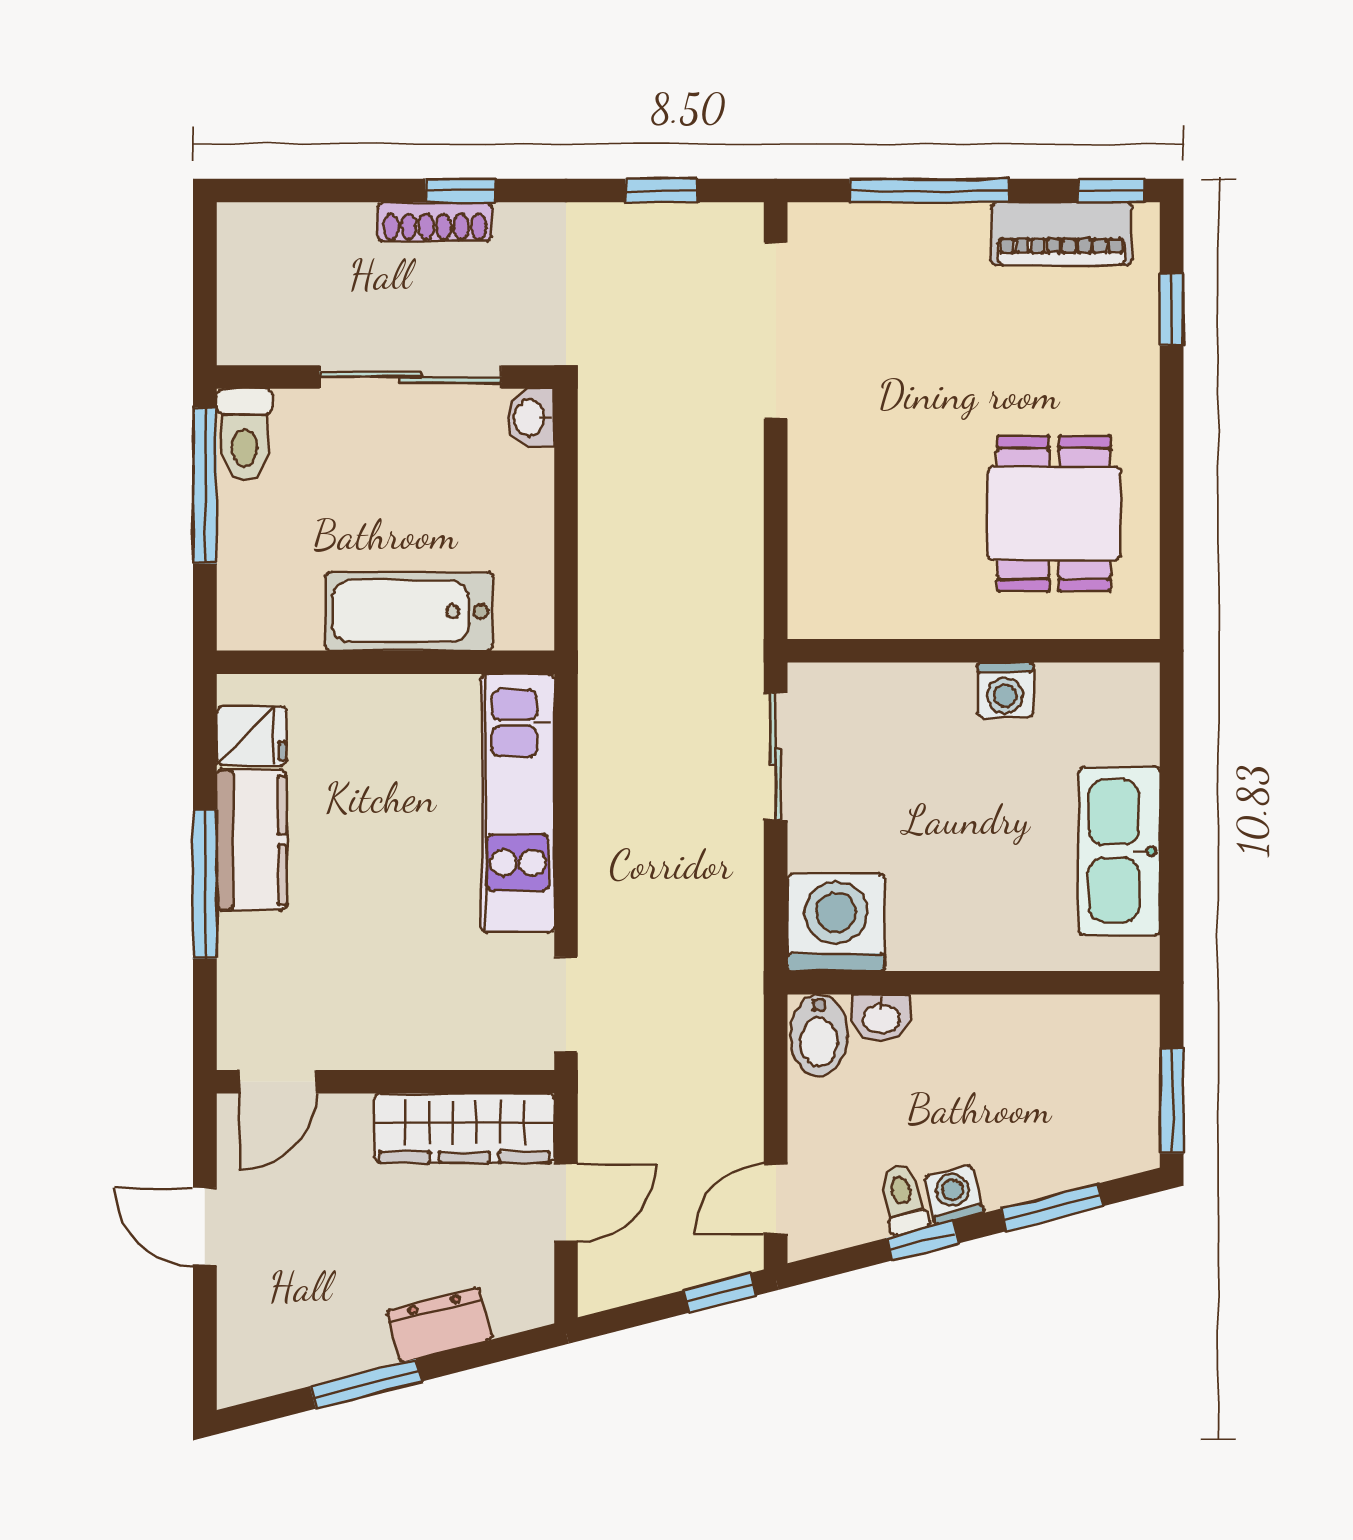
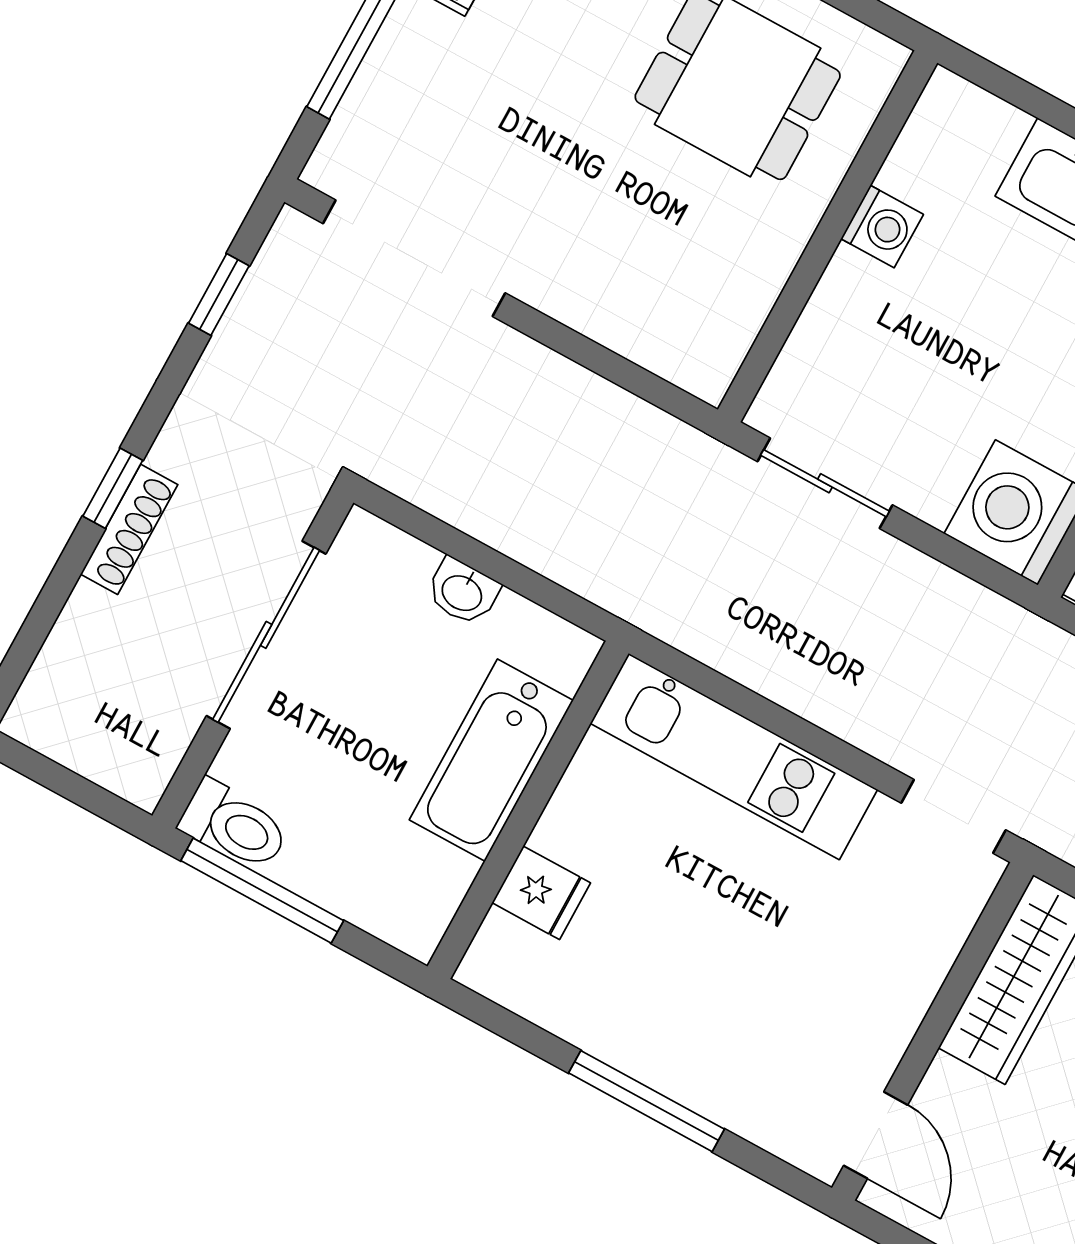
washbasin: (531, 418) -> (463, 592), moved
fridge: (252, 736) -> (541, 893), moved, turned 90
kitchen counter: (252, 840) -> (629, 1033), removed

